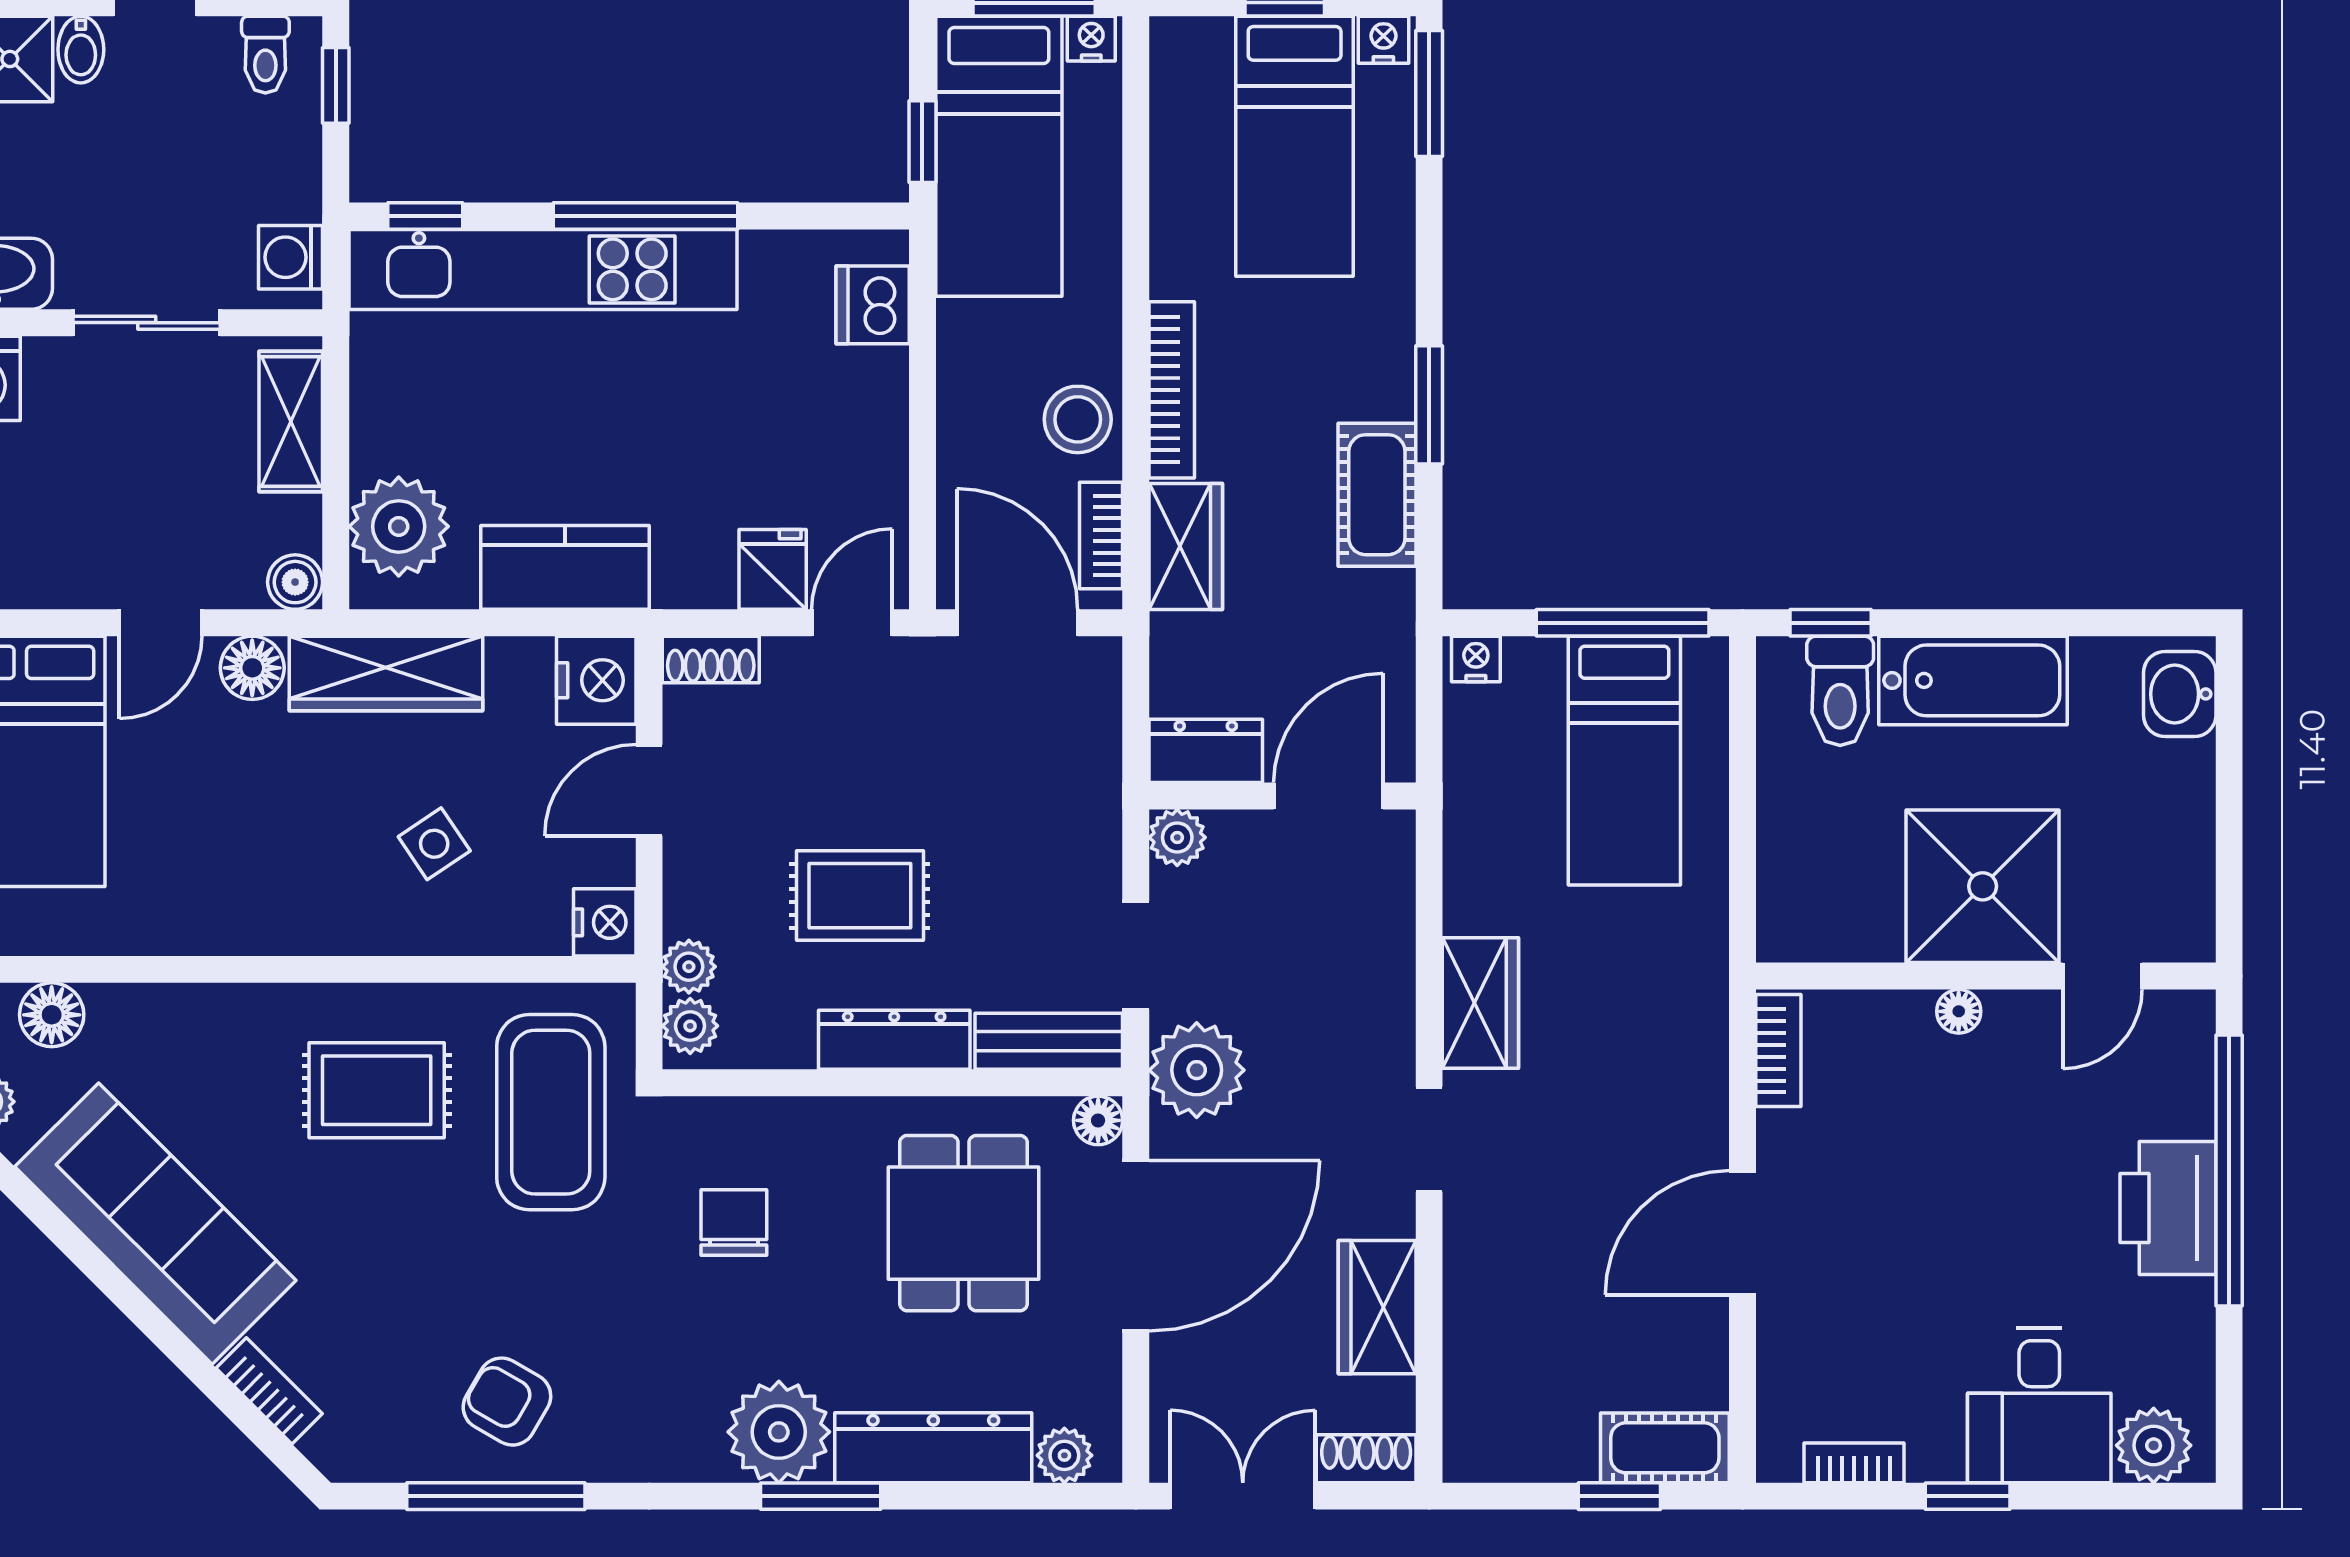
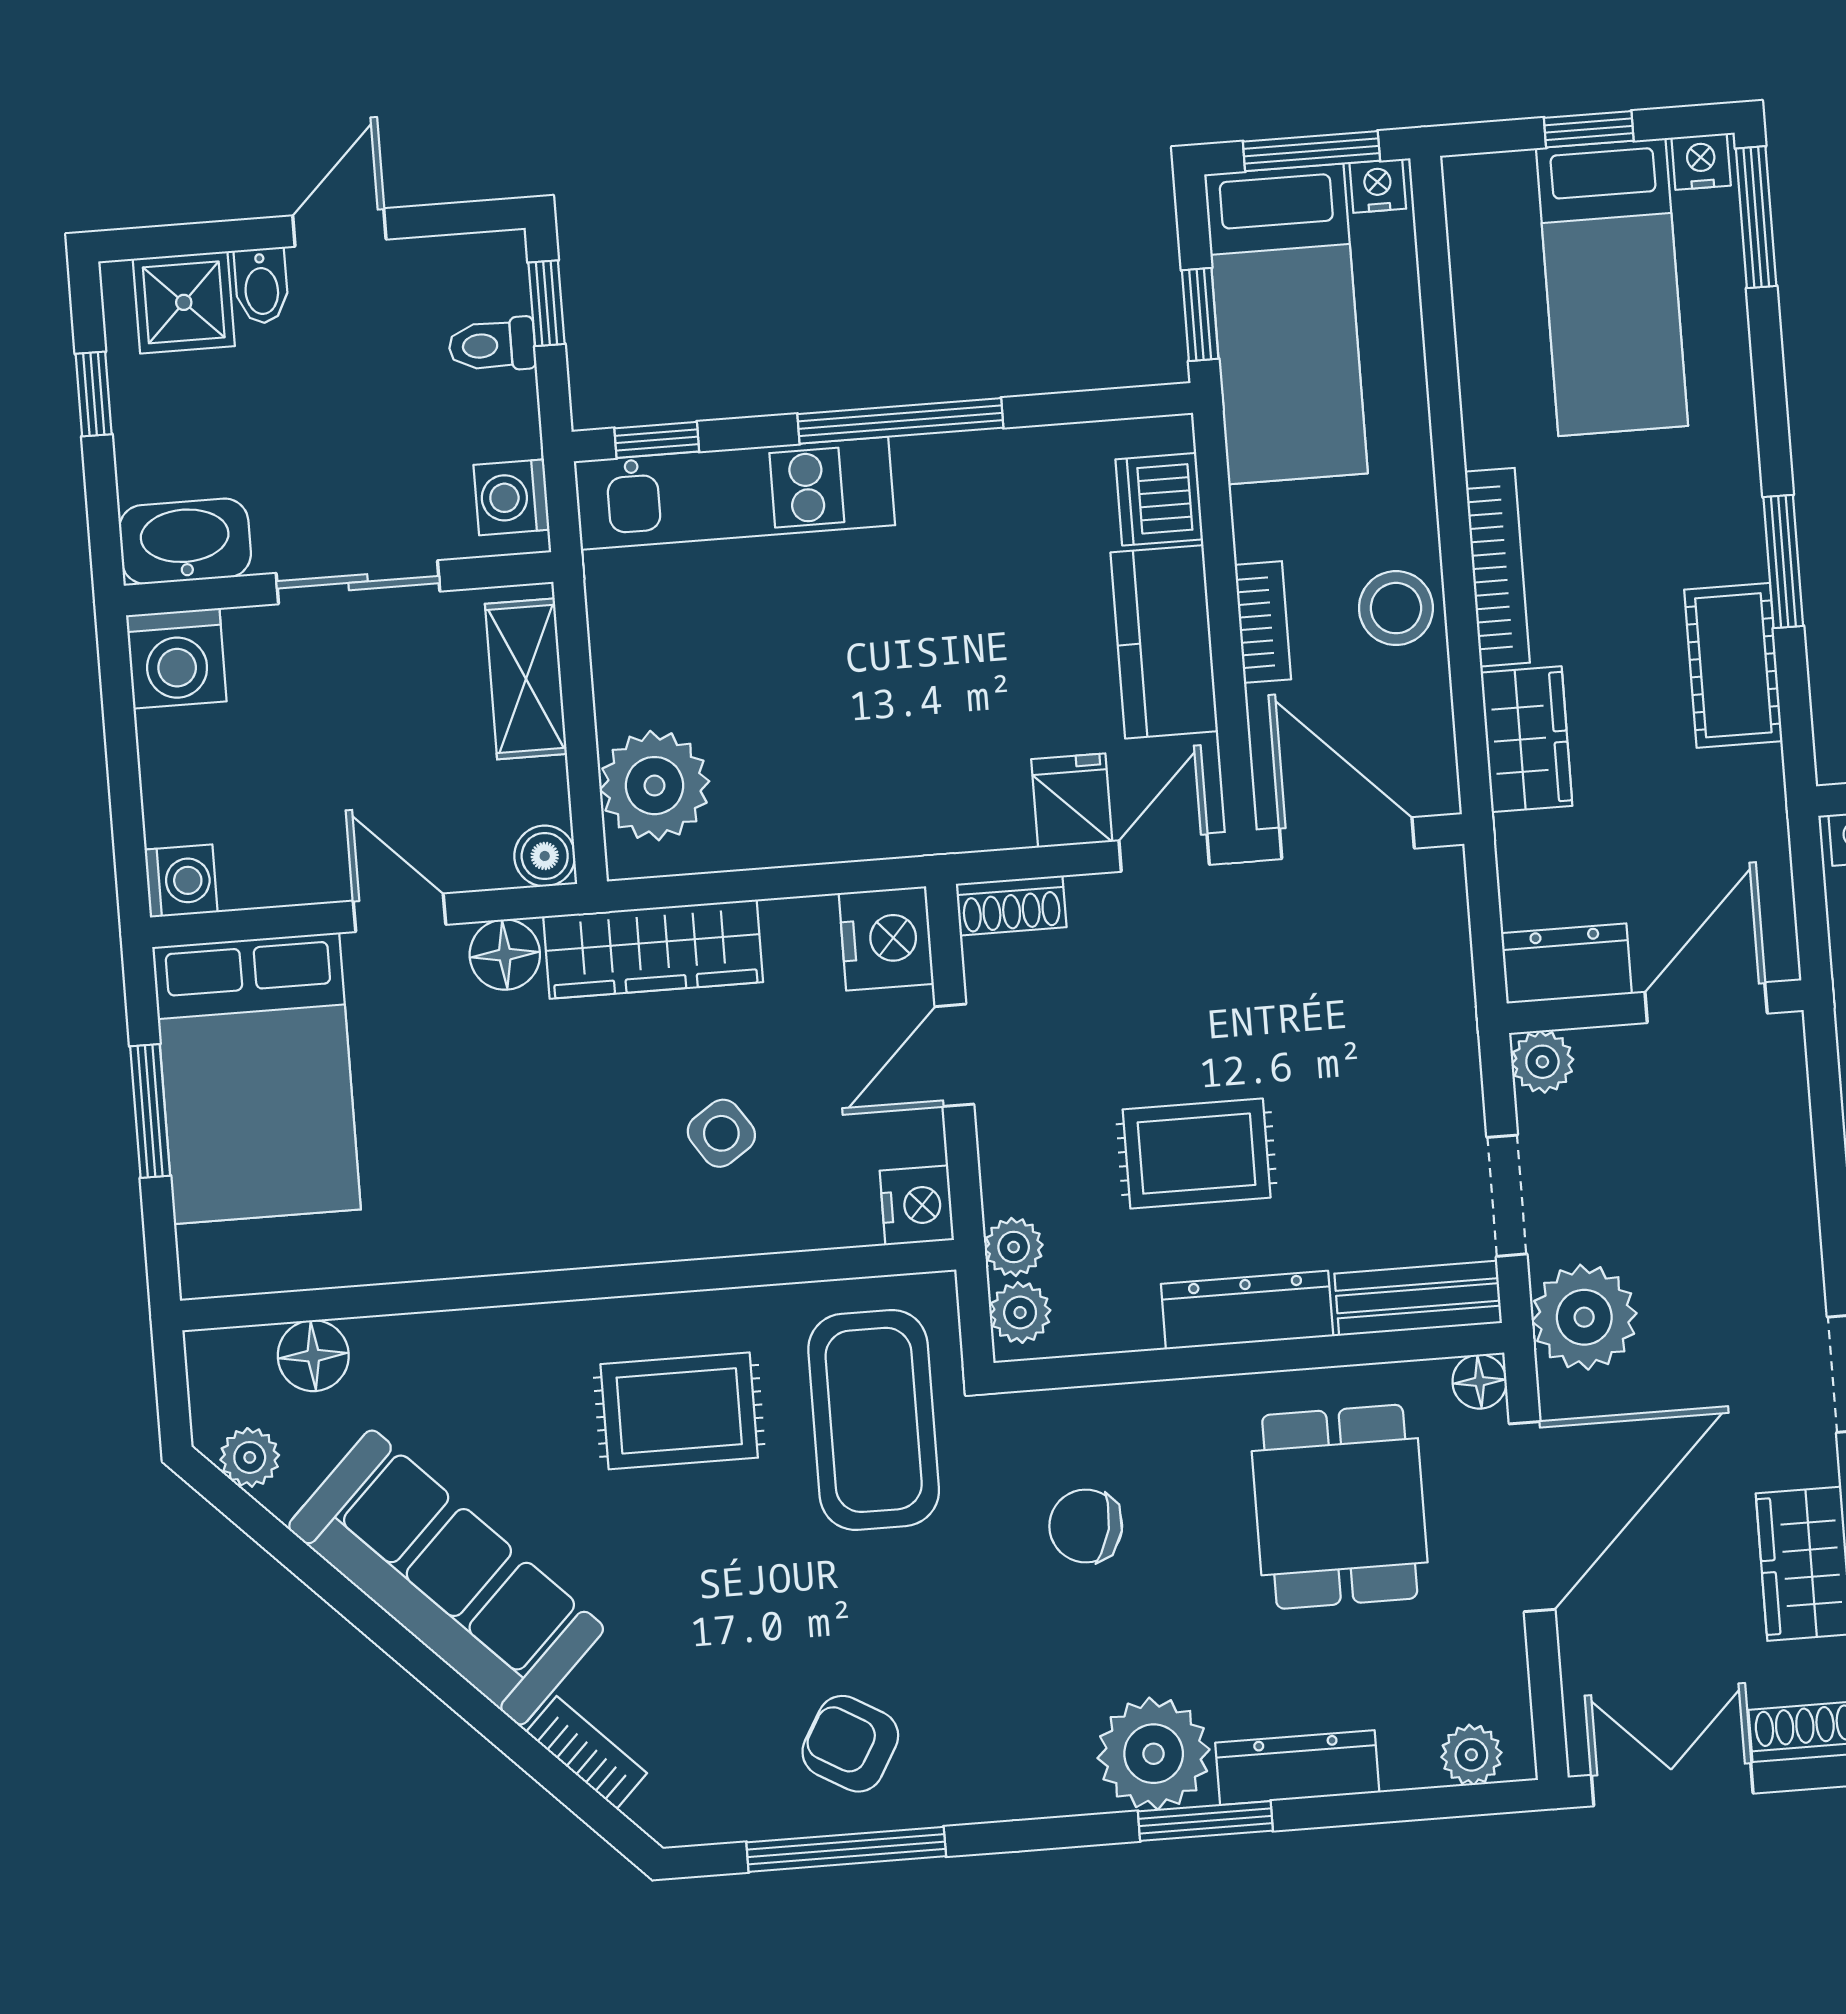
toilet: (265, 55) -> (492, 345), moved, turned 90
kitchen unit: (543, 269) -> (734, 493), width x0.73
bookcase: (1101, 536) -> (1263, 622), moved, turned 180
kitchen counter: (565, 567) -> (1164, 642), moved, turned -90
door: (161, 623) -> (399, 913), swing flipped
chair: (734, 1222) -> (1086, 1526), turned -78
dresser: (933, 1448) -> (1297, 1768), width x0.73, depth x0.80

